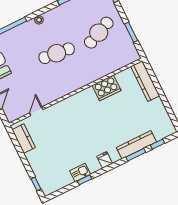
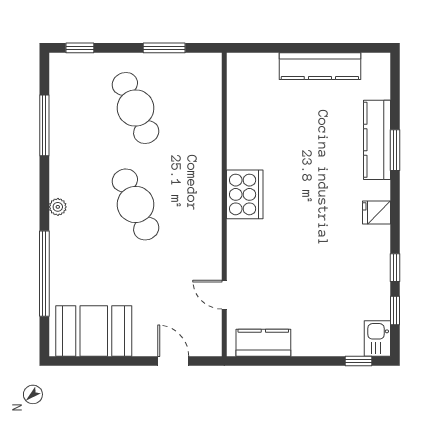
cafe table: (57, 53) -> (136, 204), turned -30
kitchen counter: (145, 81) -> (320, 66), moved
cooker: (106, 88) -> (245, 194), moved
window: (157, 144) -> (395, 310), moved
kitchen sink: (80, 173) -> (377, 338), moved

